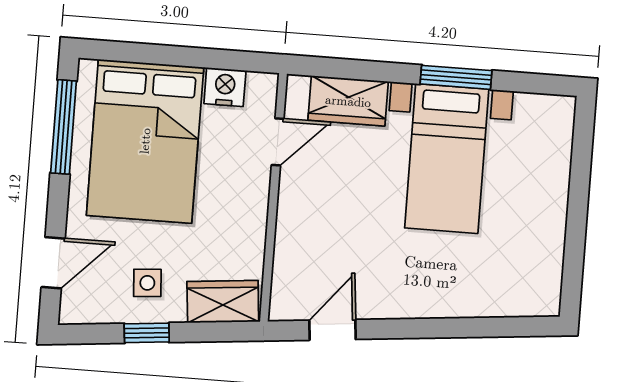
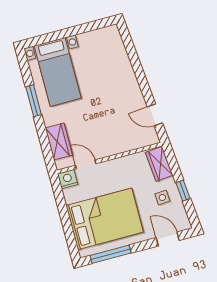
nightstand: (225, 87) -> (68, 179), moved, turned 90
bed with nightstands: (447, 159) -> (58, 72), moved, turned 90

